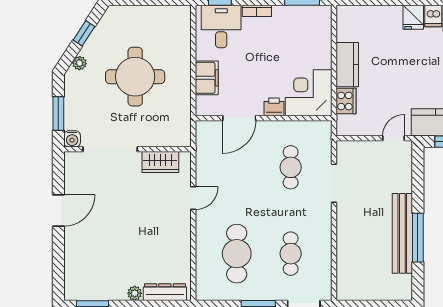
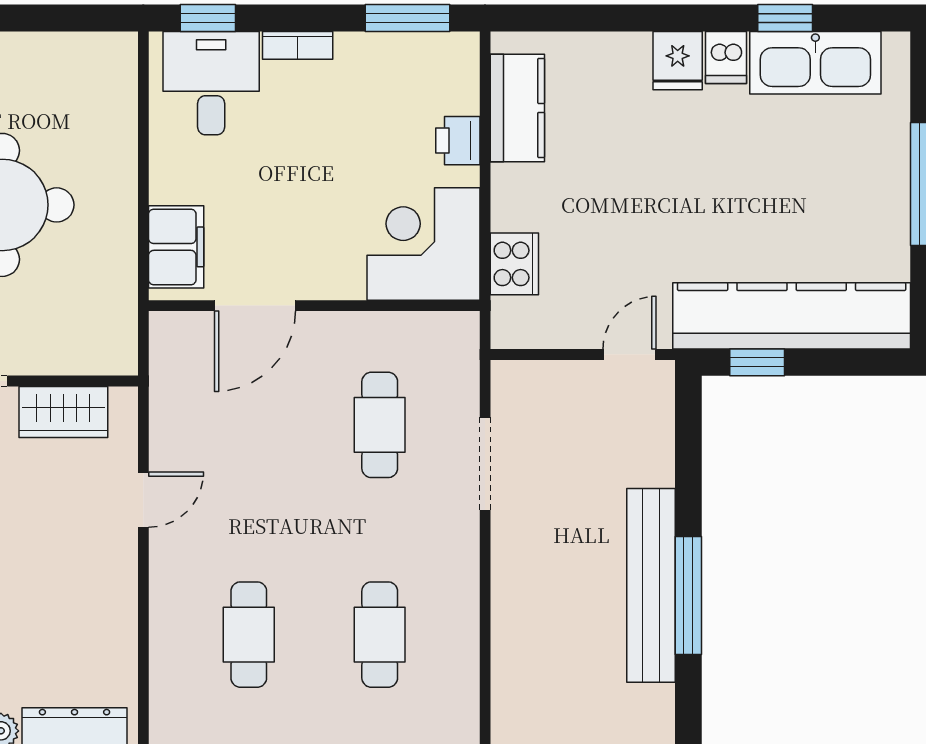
kitchen counter: (347, 65) -> (517, 108), moved
filing cabinet: (207, 78) -> (176, 247), moved
printer: (274, 107) -> (458, 141), moved, turned -90
cafe table: (237, 254) -> (249, 635), width x0.73, depth x0.74

